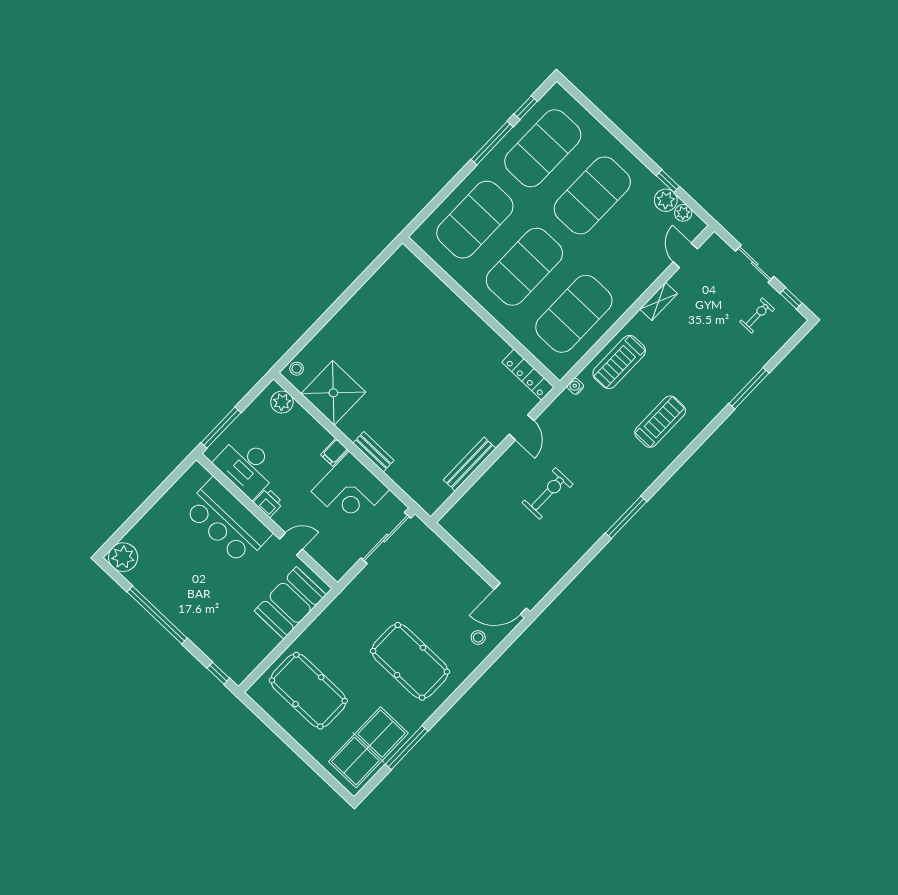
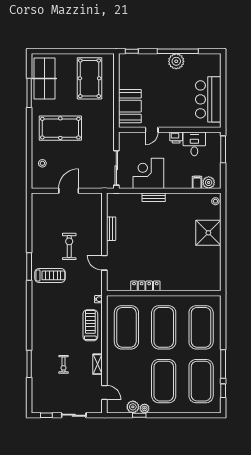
plant: (683, 213) -> (145, 408), moved
exercise bike: (757, 315) -> (64, 364), moved
locker: (528, 375) -> (145, 286), moved
shower: (333, 393) -> (208, 233), moved
treadmill: (660, 422) -> (50, 275), moved, turned -90
filing cabinet: (334, 452) -> (197, 182), moved
bench: (470, 464) -> (111, 229), width x0.73
desk: (247, 466) -> (194, 144), width x0.73
exercise bike: (548, 493) -> (69, 246), turned 180
bar counter: (227, 521) -> (208, 99), moved, turned -90
plant: (123, 557) -> (176, 61), moved
door: (510, 599) -> (69, 191), moved
pool table: (308, 691) -> (90, 78), turned 90

